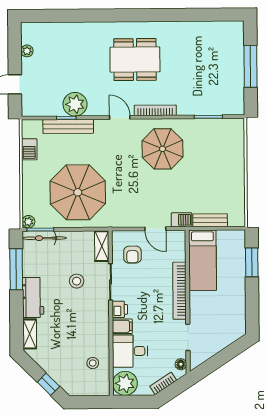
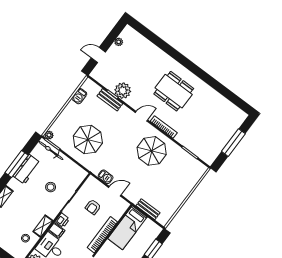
door: (120, 117) -> (142, 116), hinge flipped
bench: (68, 126) -> (110, 100), width x0.73
parasol: (78, 192) -> (88, 139), width x0.73, depth x0.73
barbecue: (182, 220) -> (106, 177), moved
door: (155, 229) -> (115, 191), swing flipped
shelving: (102, 246) -> (43, 226), moved
armchair: (132, 255) -> (93, 207), moved
window: (16, 269) -> (17, 164), moved
workbench: (33, 298) -> (27, 169), moved

